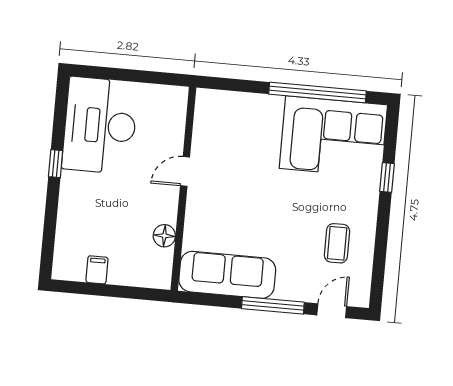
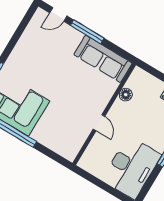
door: (185, 171) -> (99, 123), hinge flipped
coffee table: (337, 243) -> (39, 48), removed

